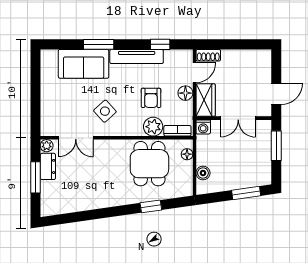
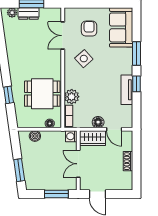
window: (160, 44) -> (136, 84), moved
shoe rack: (208, 55) -> (128, 161), moved
tv unit: (137, 57) -> (127, 90), width x0.71
sofa: (84, 64) -> (121, 27), moved
armchair: (151, 98) -> (89, 29), moved, turned 90
plant: (47, 146) -> (12, 13), moved
dresser: (48, 166) -> (28, 13), moved

